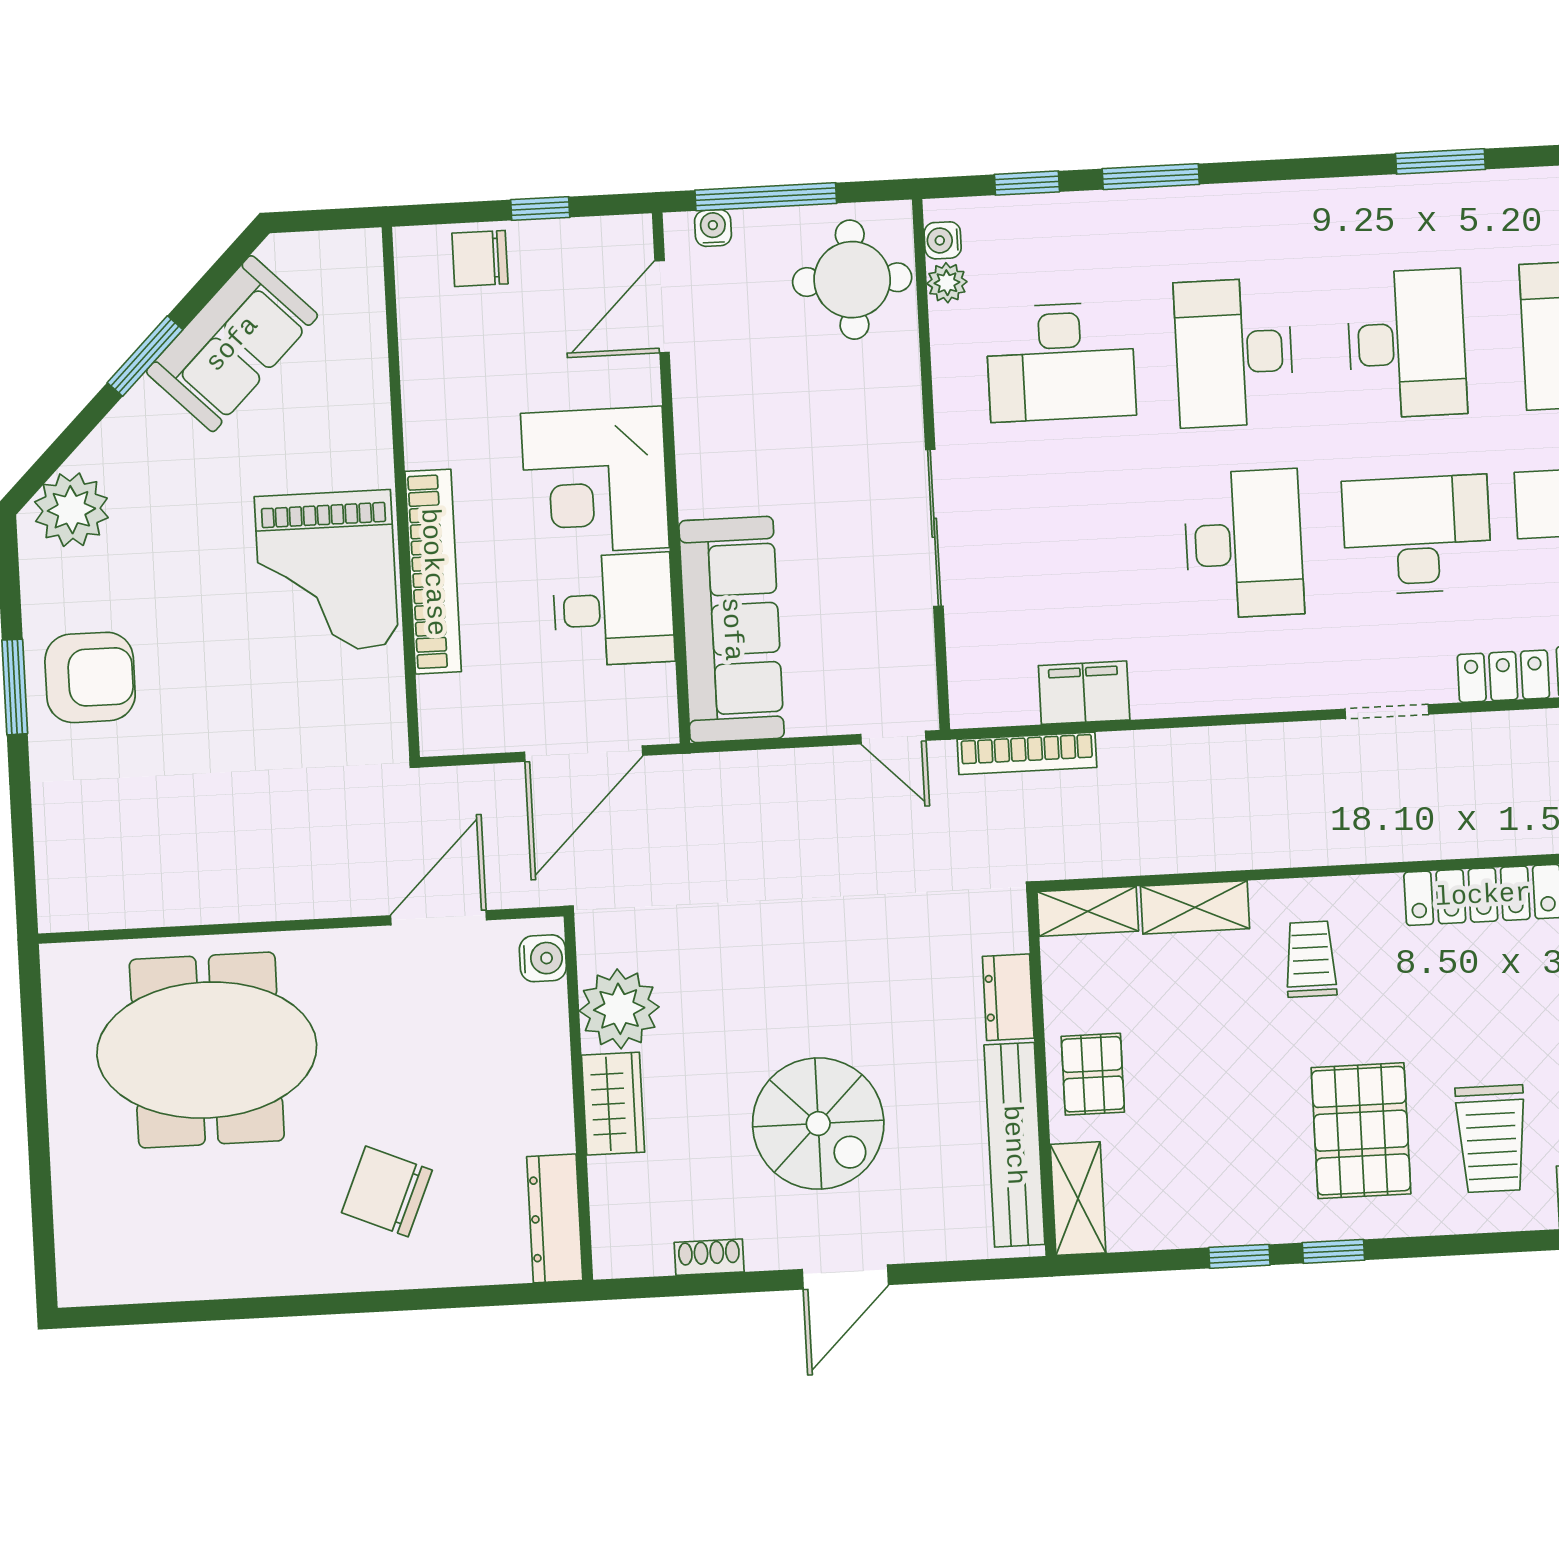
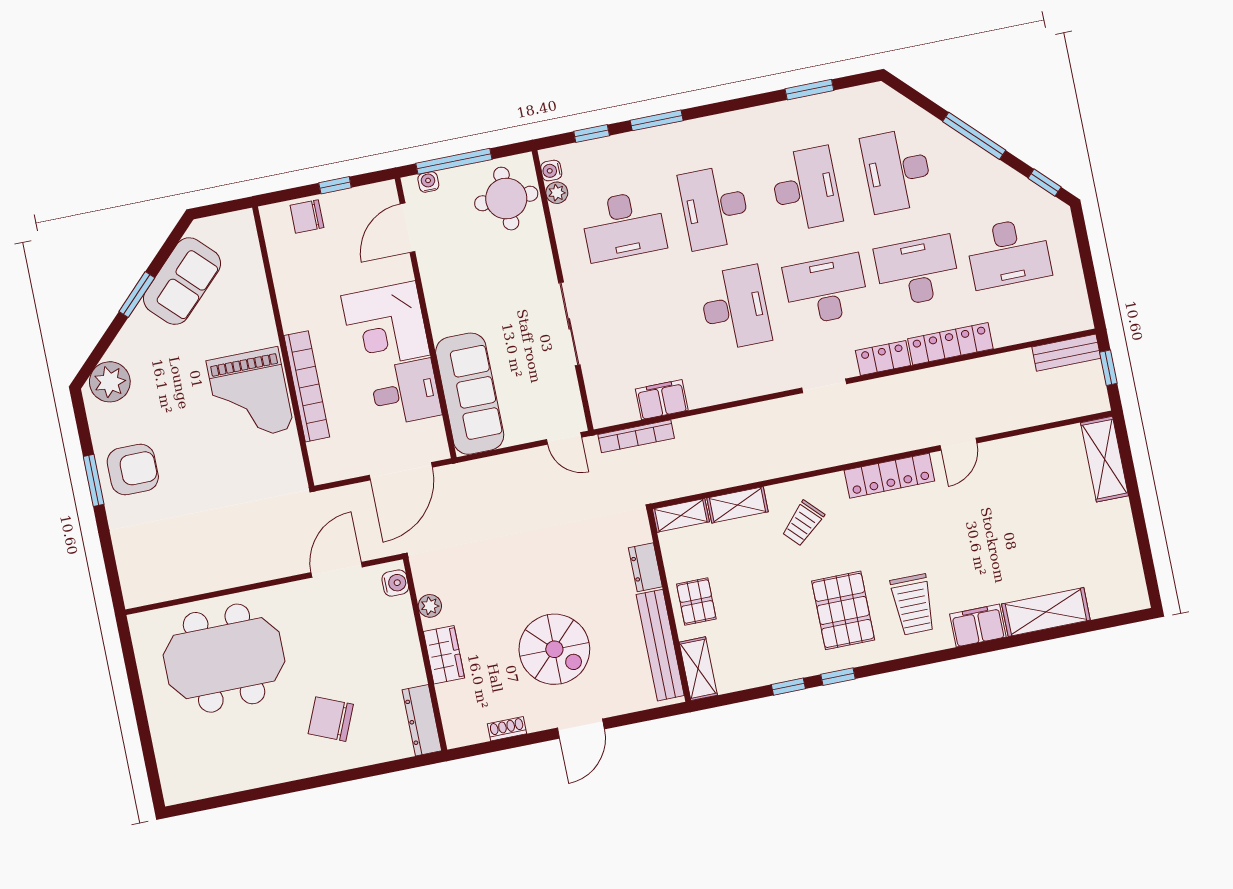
trolley: (1311, 959) -> (803, 523), turned -134
plant: (619, 1009) -> (430, 606), width x0.53, depth x0.53

